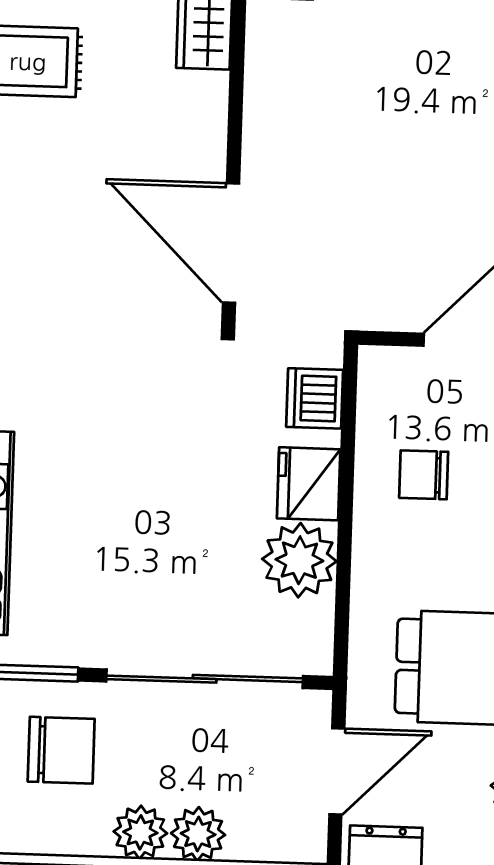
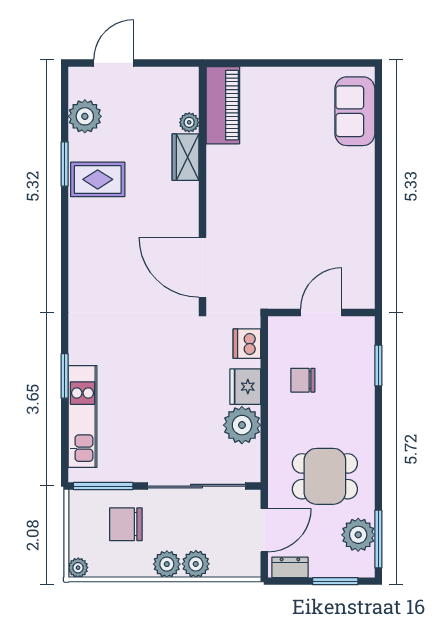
chair: (61, 750) -> (126, 524), turned 180

